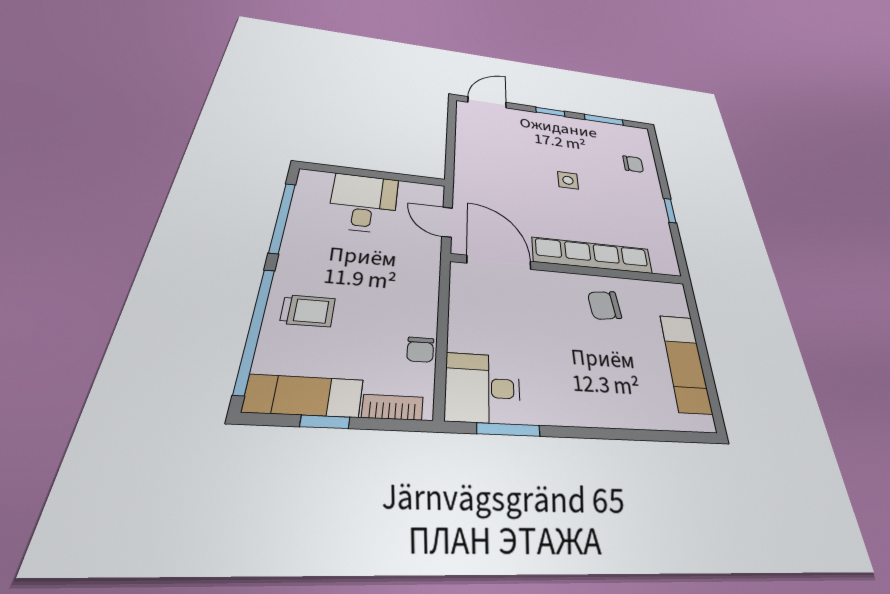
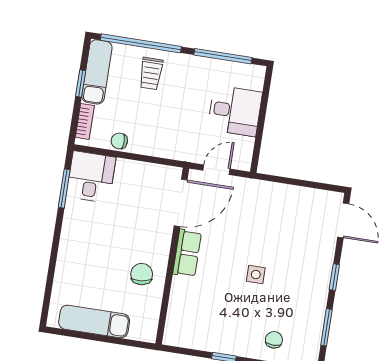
chair: (633, 164) -> (274, 340), turned 180
row of seats: (592, 255) -> (187, 253), width x0.50

